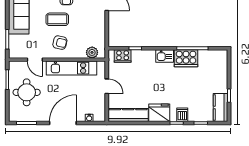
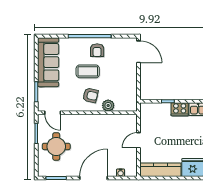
plant: (92, 52) -> (108, 105), moved
cooker: (123, 56) -> (180, 109), moved
door: (35, 60) -> (53, 113), moved
kitchen unit: (72, 68) -> (102, 122), removed
door: (107, 86) -> (139, 140), swing flipped

